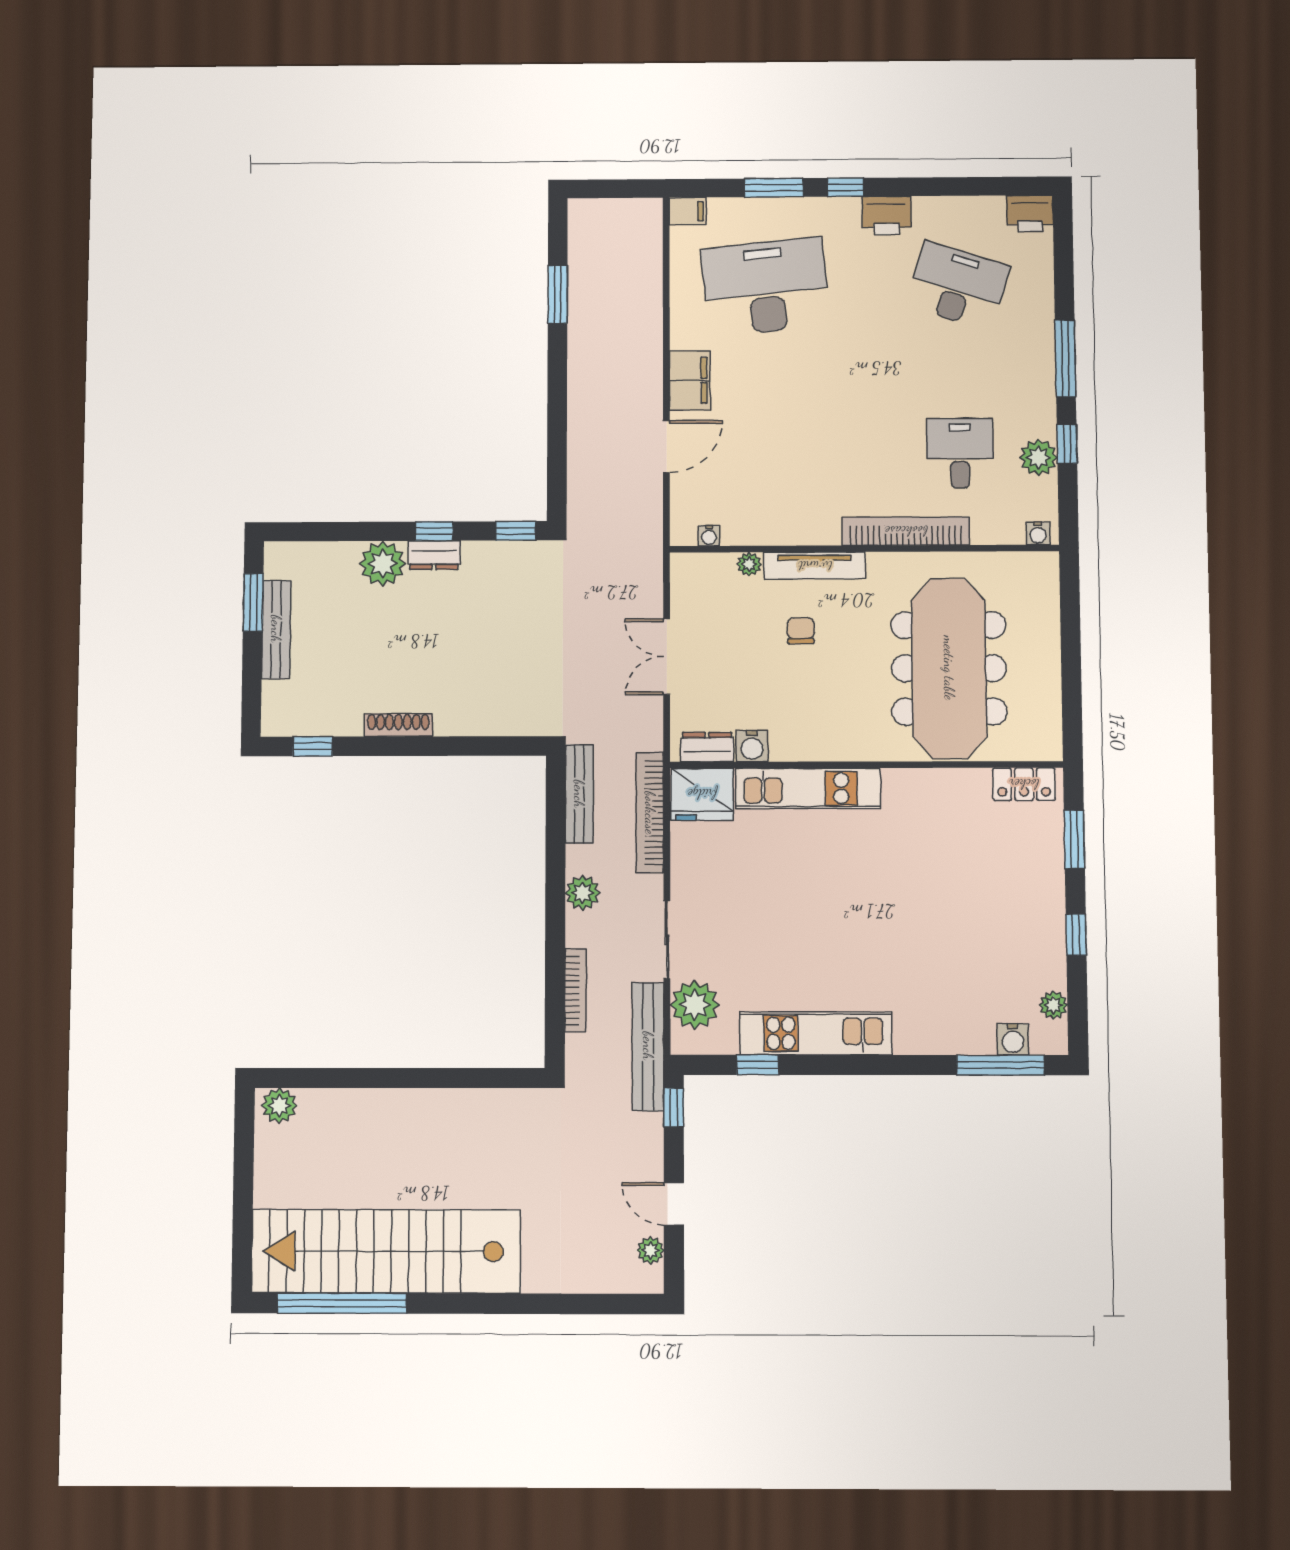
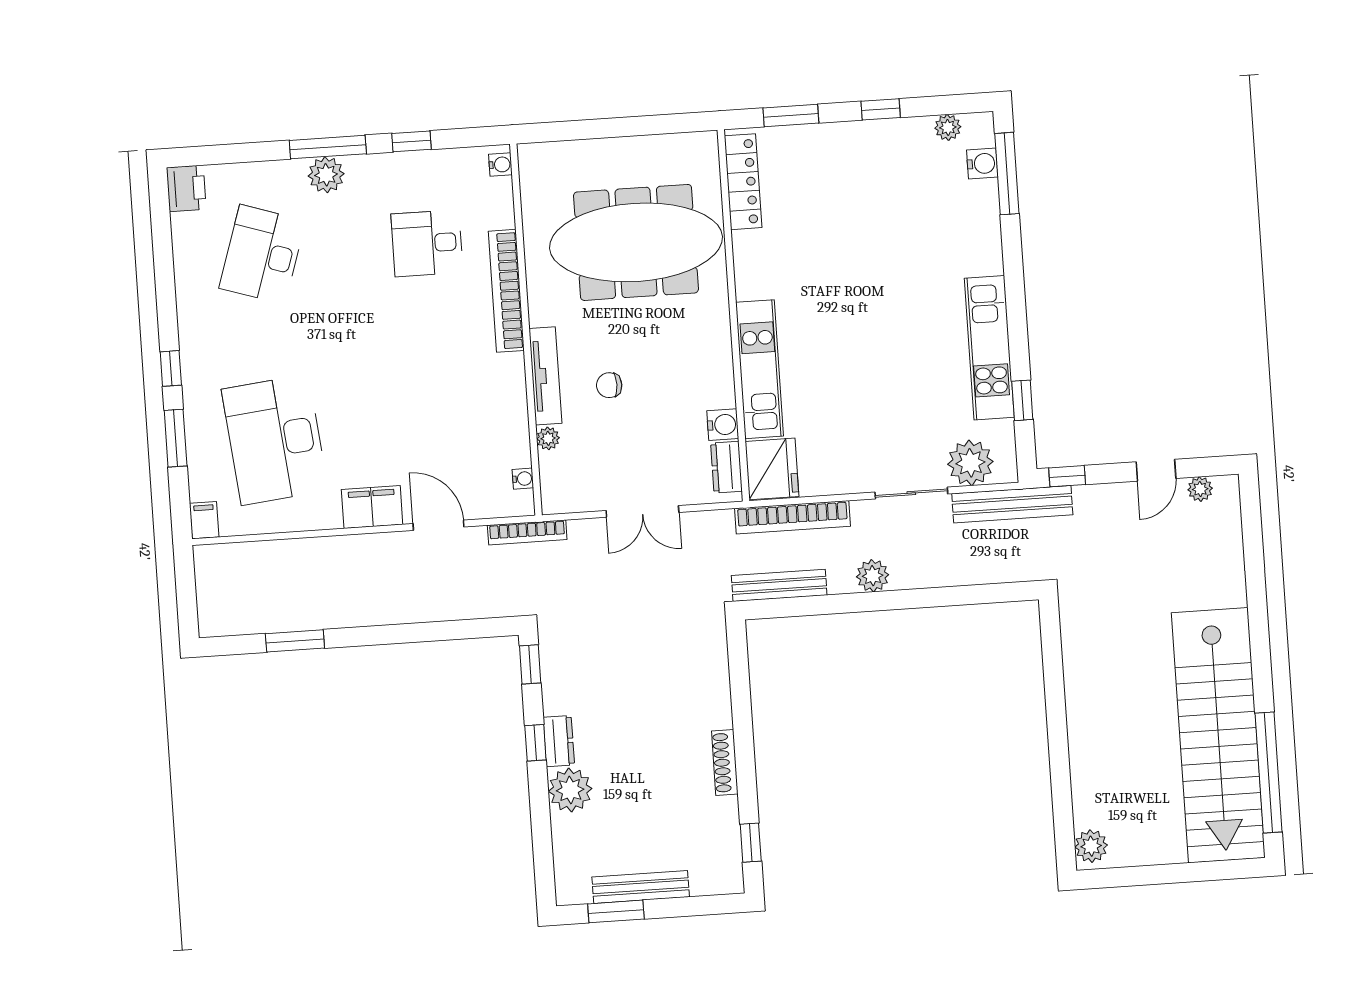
printer: (886, 216) -> (197, 327), removed
plant: (1038, 458) -> (326, 175), moved
locker: (1024, 784) -> (743, 182), width x1.53
bookcase: (575, 990) -> (527, 532), moved, turned 180

